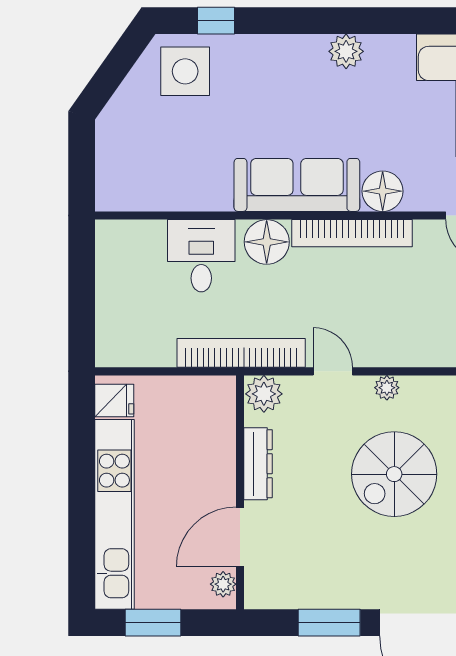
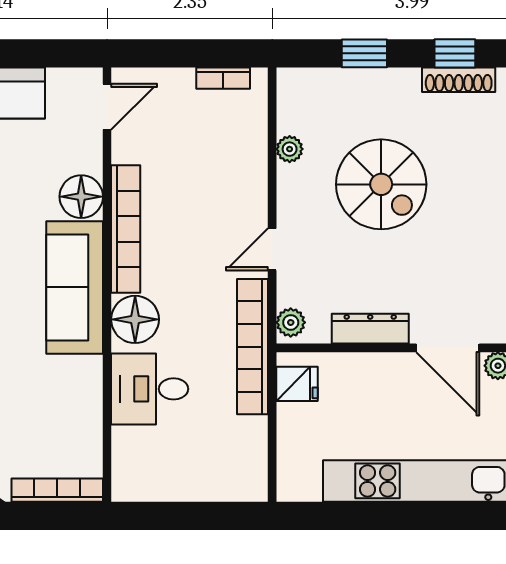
bookcase: (106, 169) -> (57, 490), added
plant: (387, 388) -> (290, 149), moved
plant: (264, 394) -> (291, 322), width x0.73, depth x0.73
fridge: (114, 400) -> (297, 384), moved, turned 90

